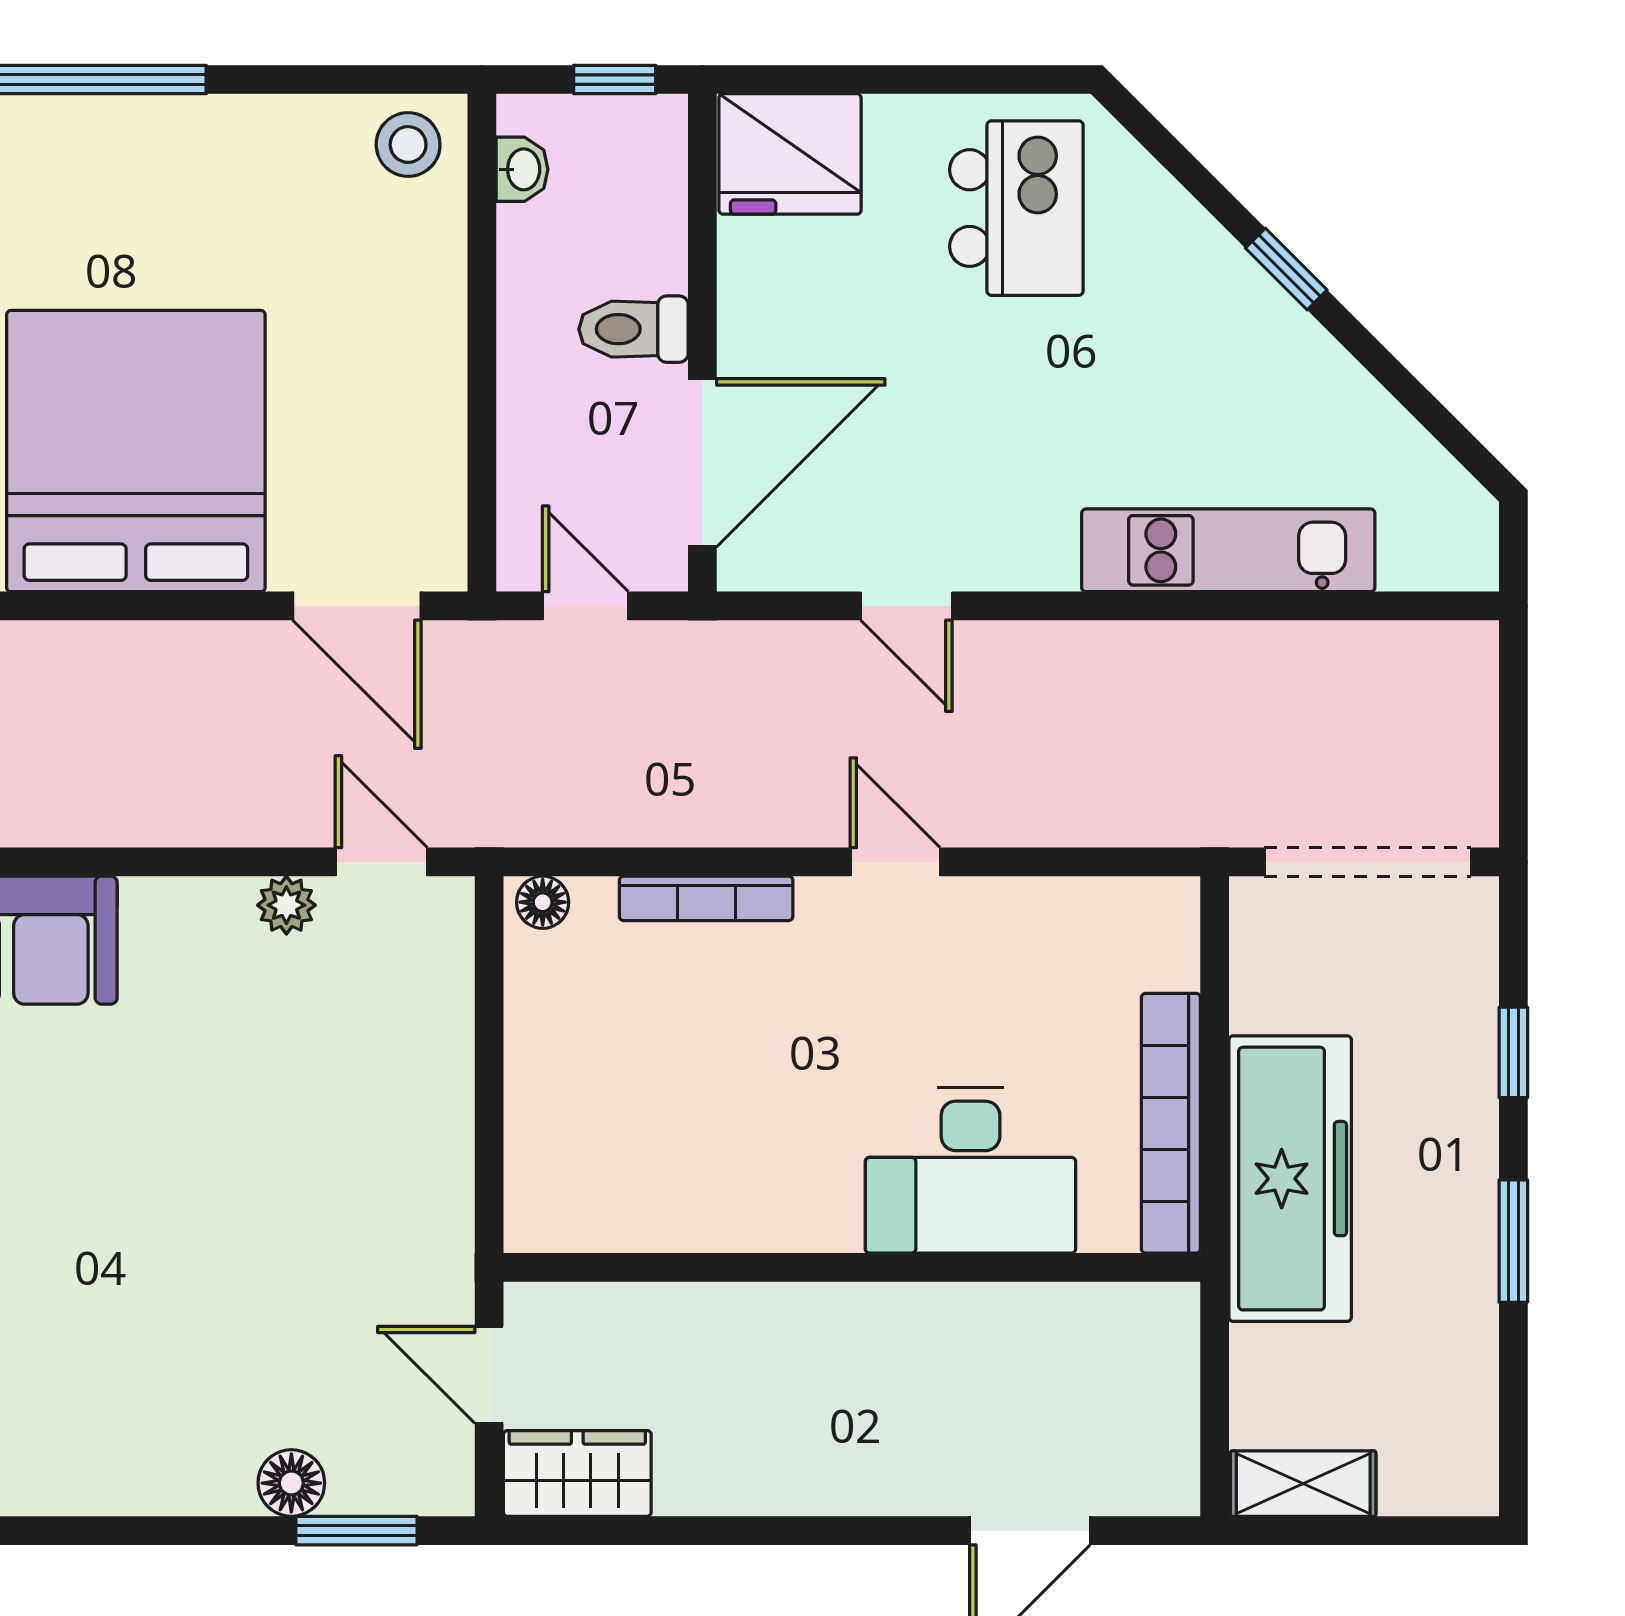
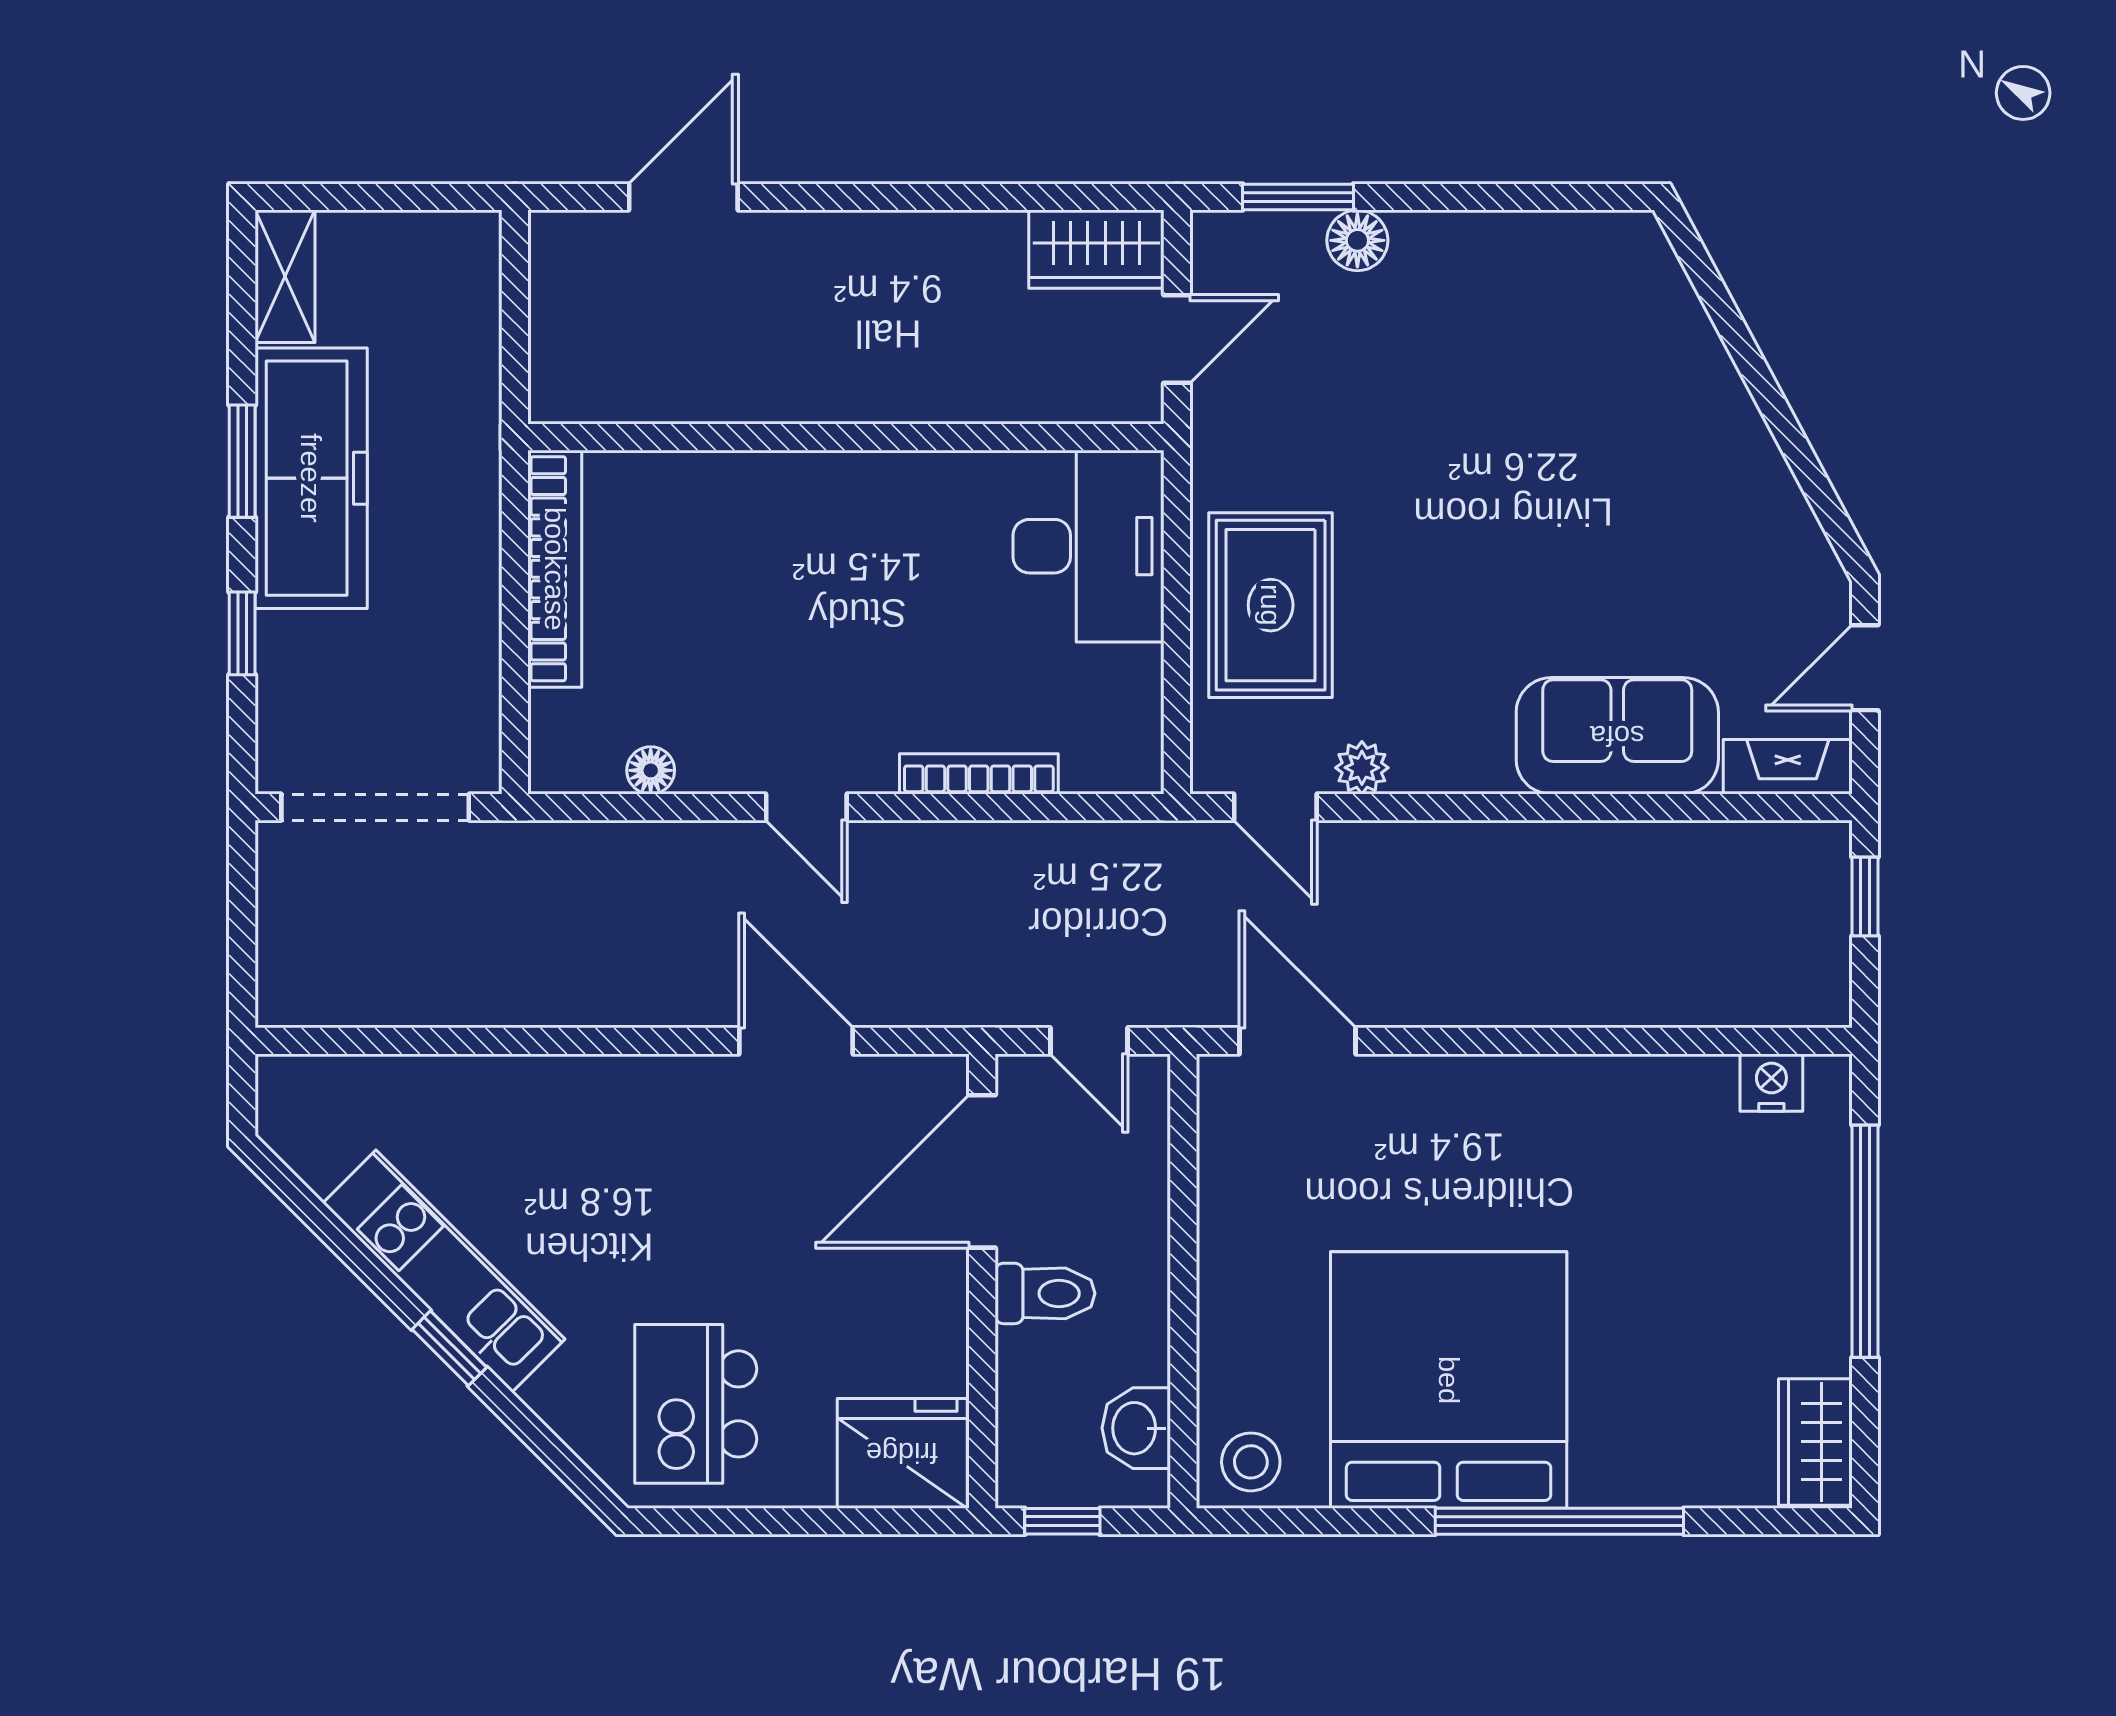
washbasin: (522, 169) -> (1136, 1428), width x1.38, depth x1.45
bed: (136, 451) -> (1449, 1380), moved, turned 180
kitchen unit: (1228, 550) -> (444, 1271), moved, turned -135
door: (906, 606) -> (796, 1041), width x1.38
floor lamp: (543, 902) -> (651, 770), moved
rug: (386, 1083) -> (1271, 605), added
desk: (971, 1171) -> (1089, 546), moved, turned 90
freezer: (1290, 1179) -> (311, 478), moved, turned 180
door: (489, 1375) -> (1177, 339), hinge flipped
shelving: (1303, 1484) -> (285, 276), moved, turned 90

